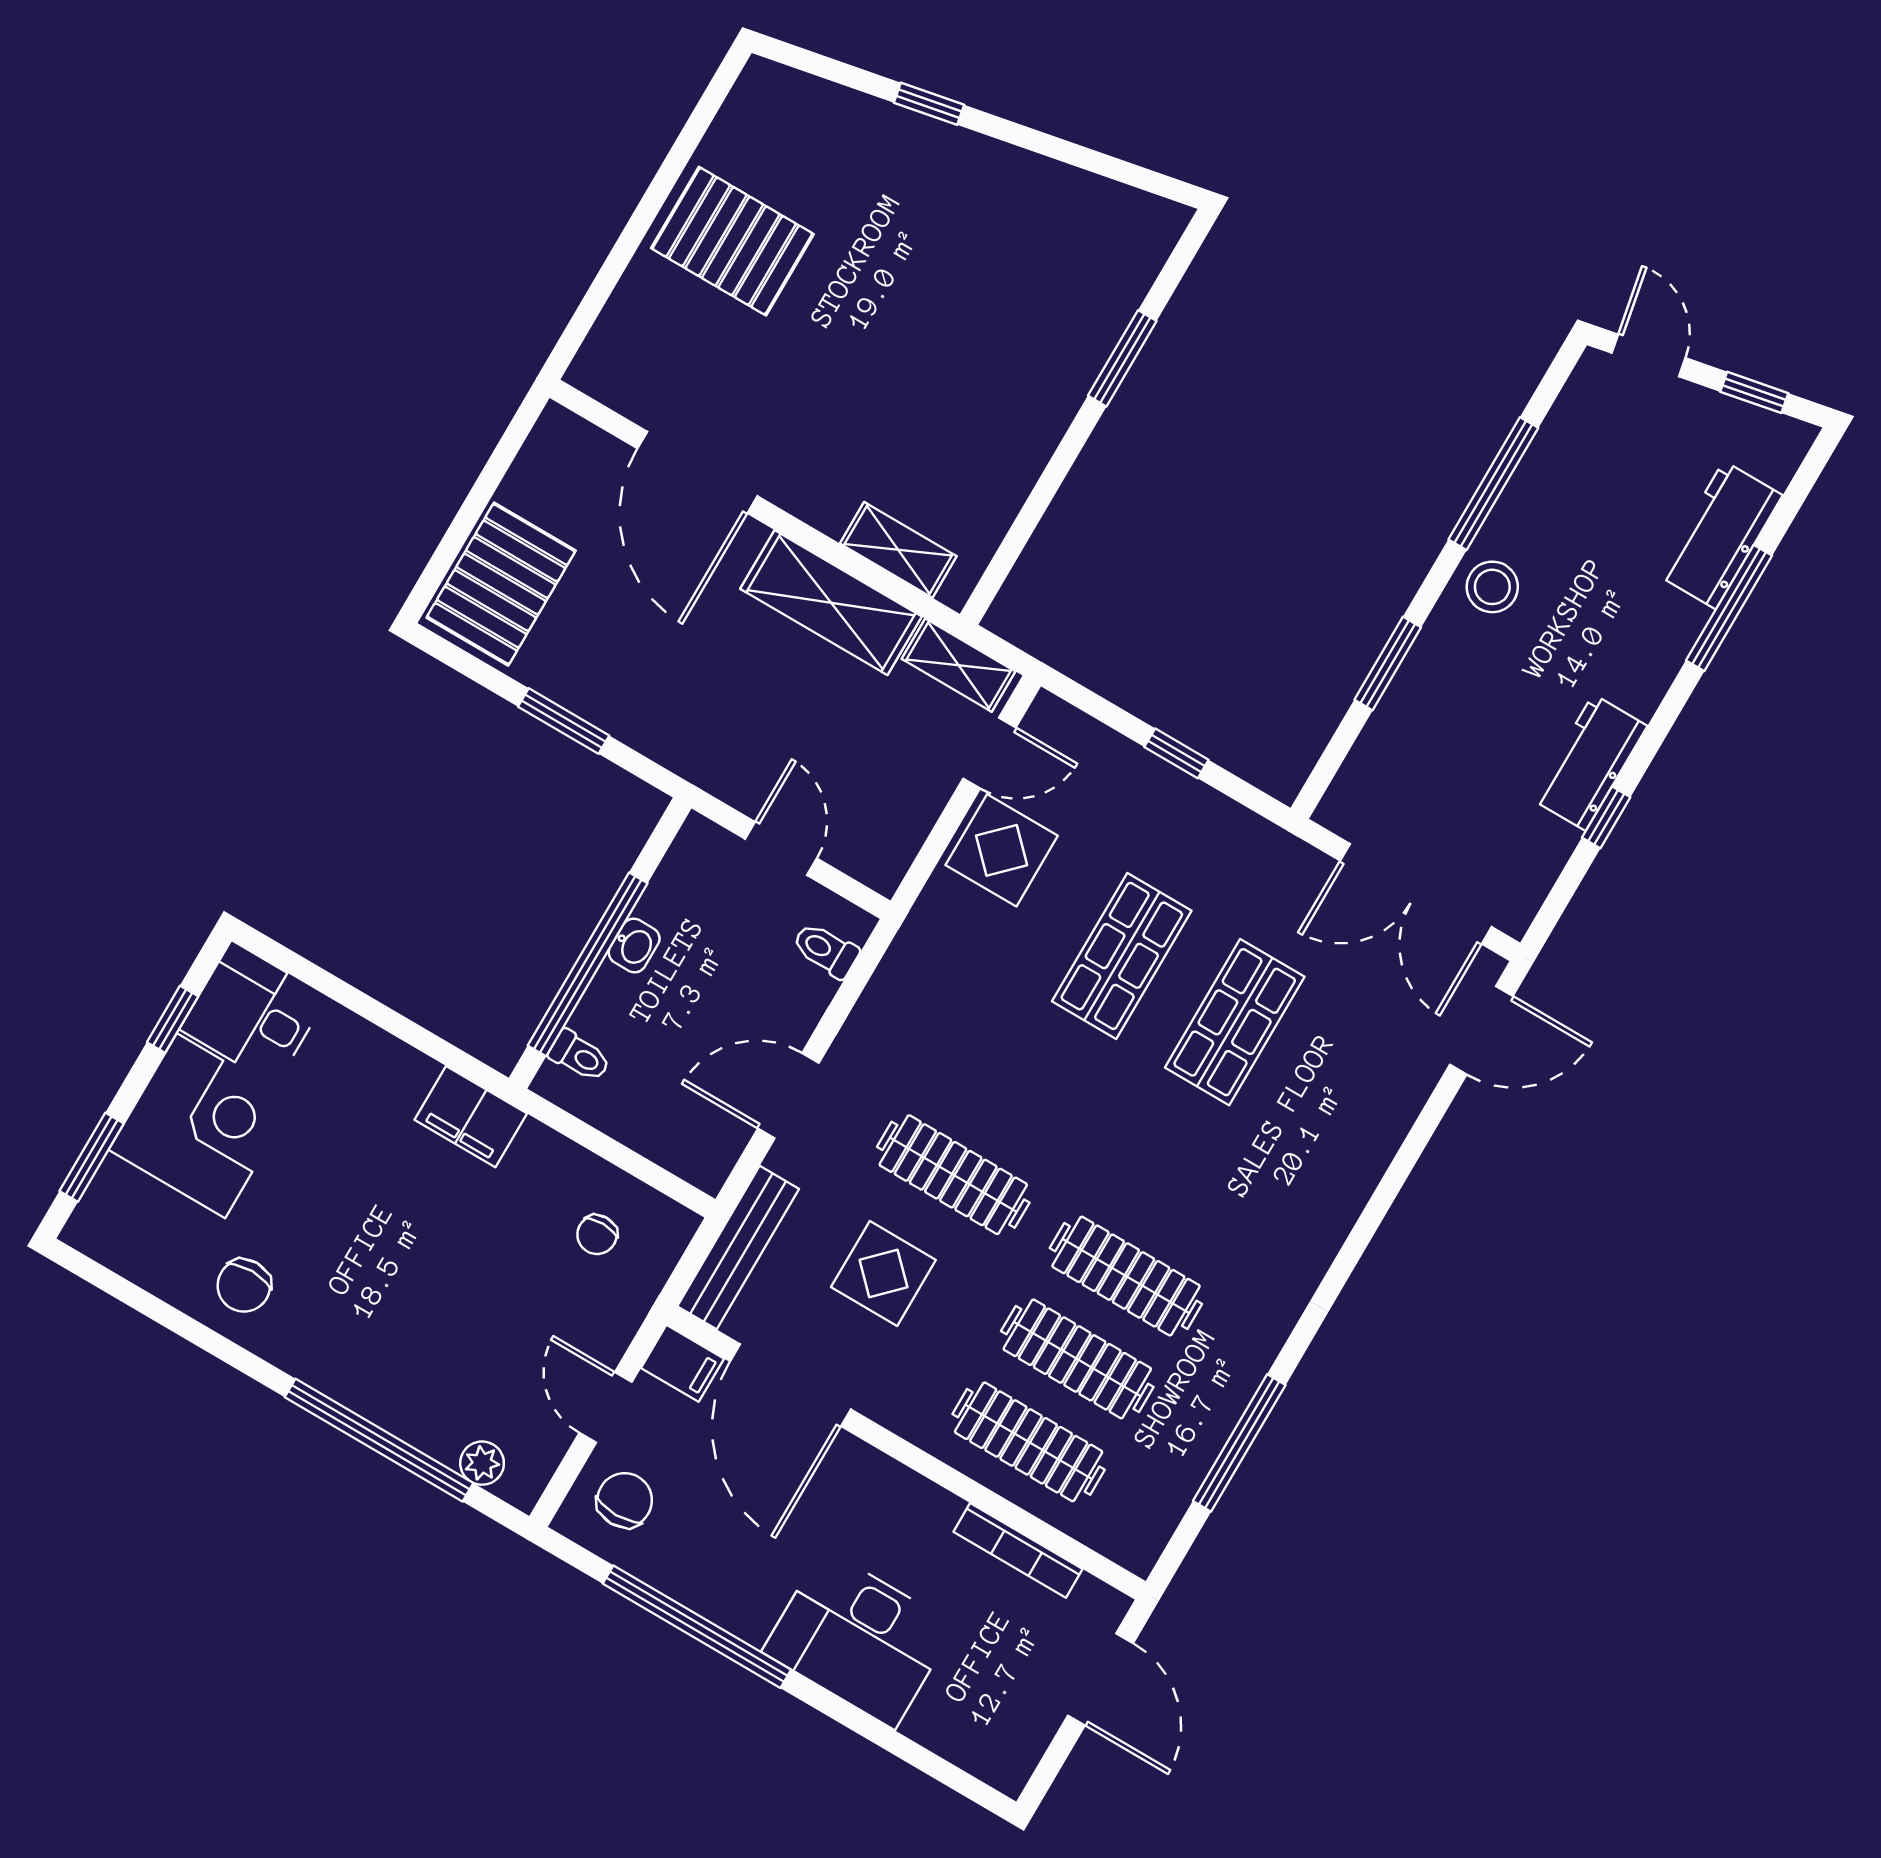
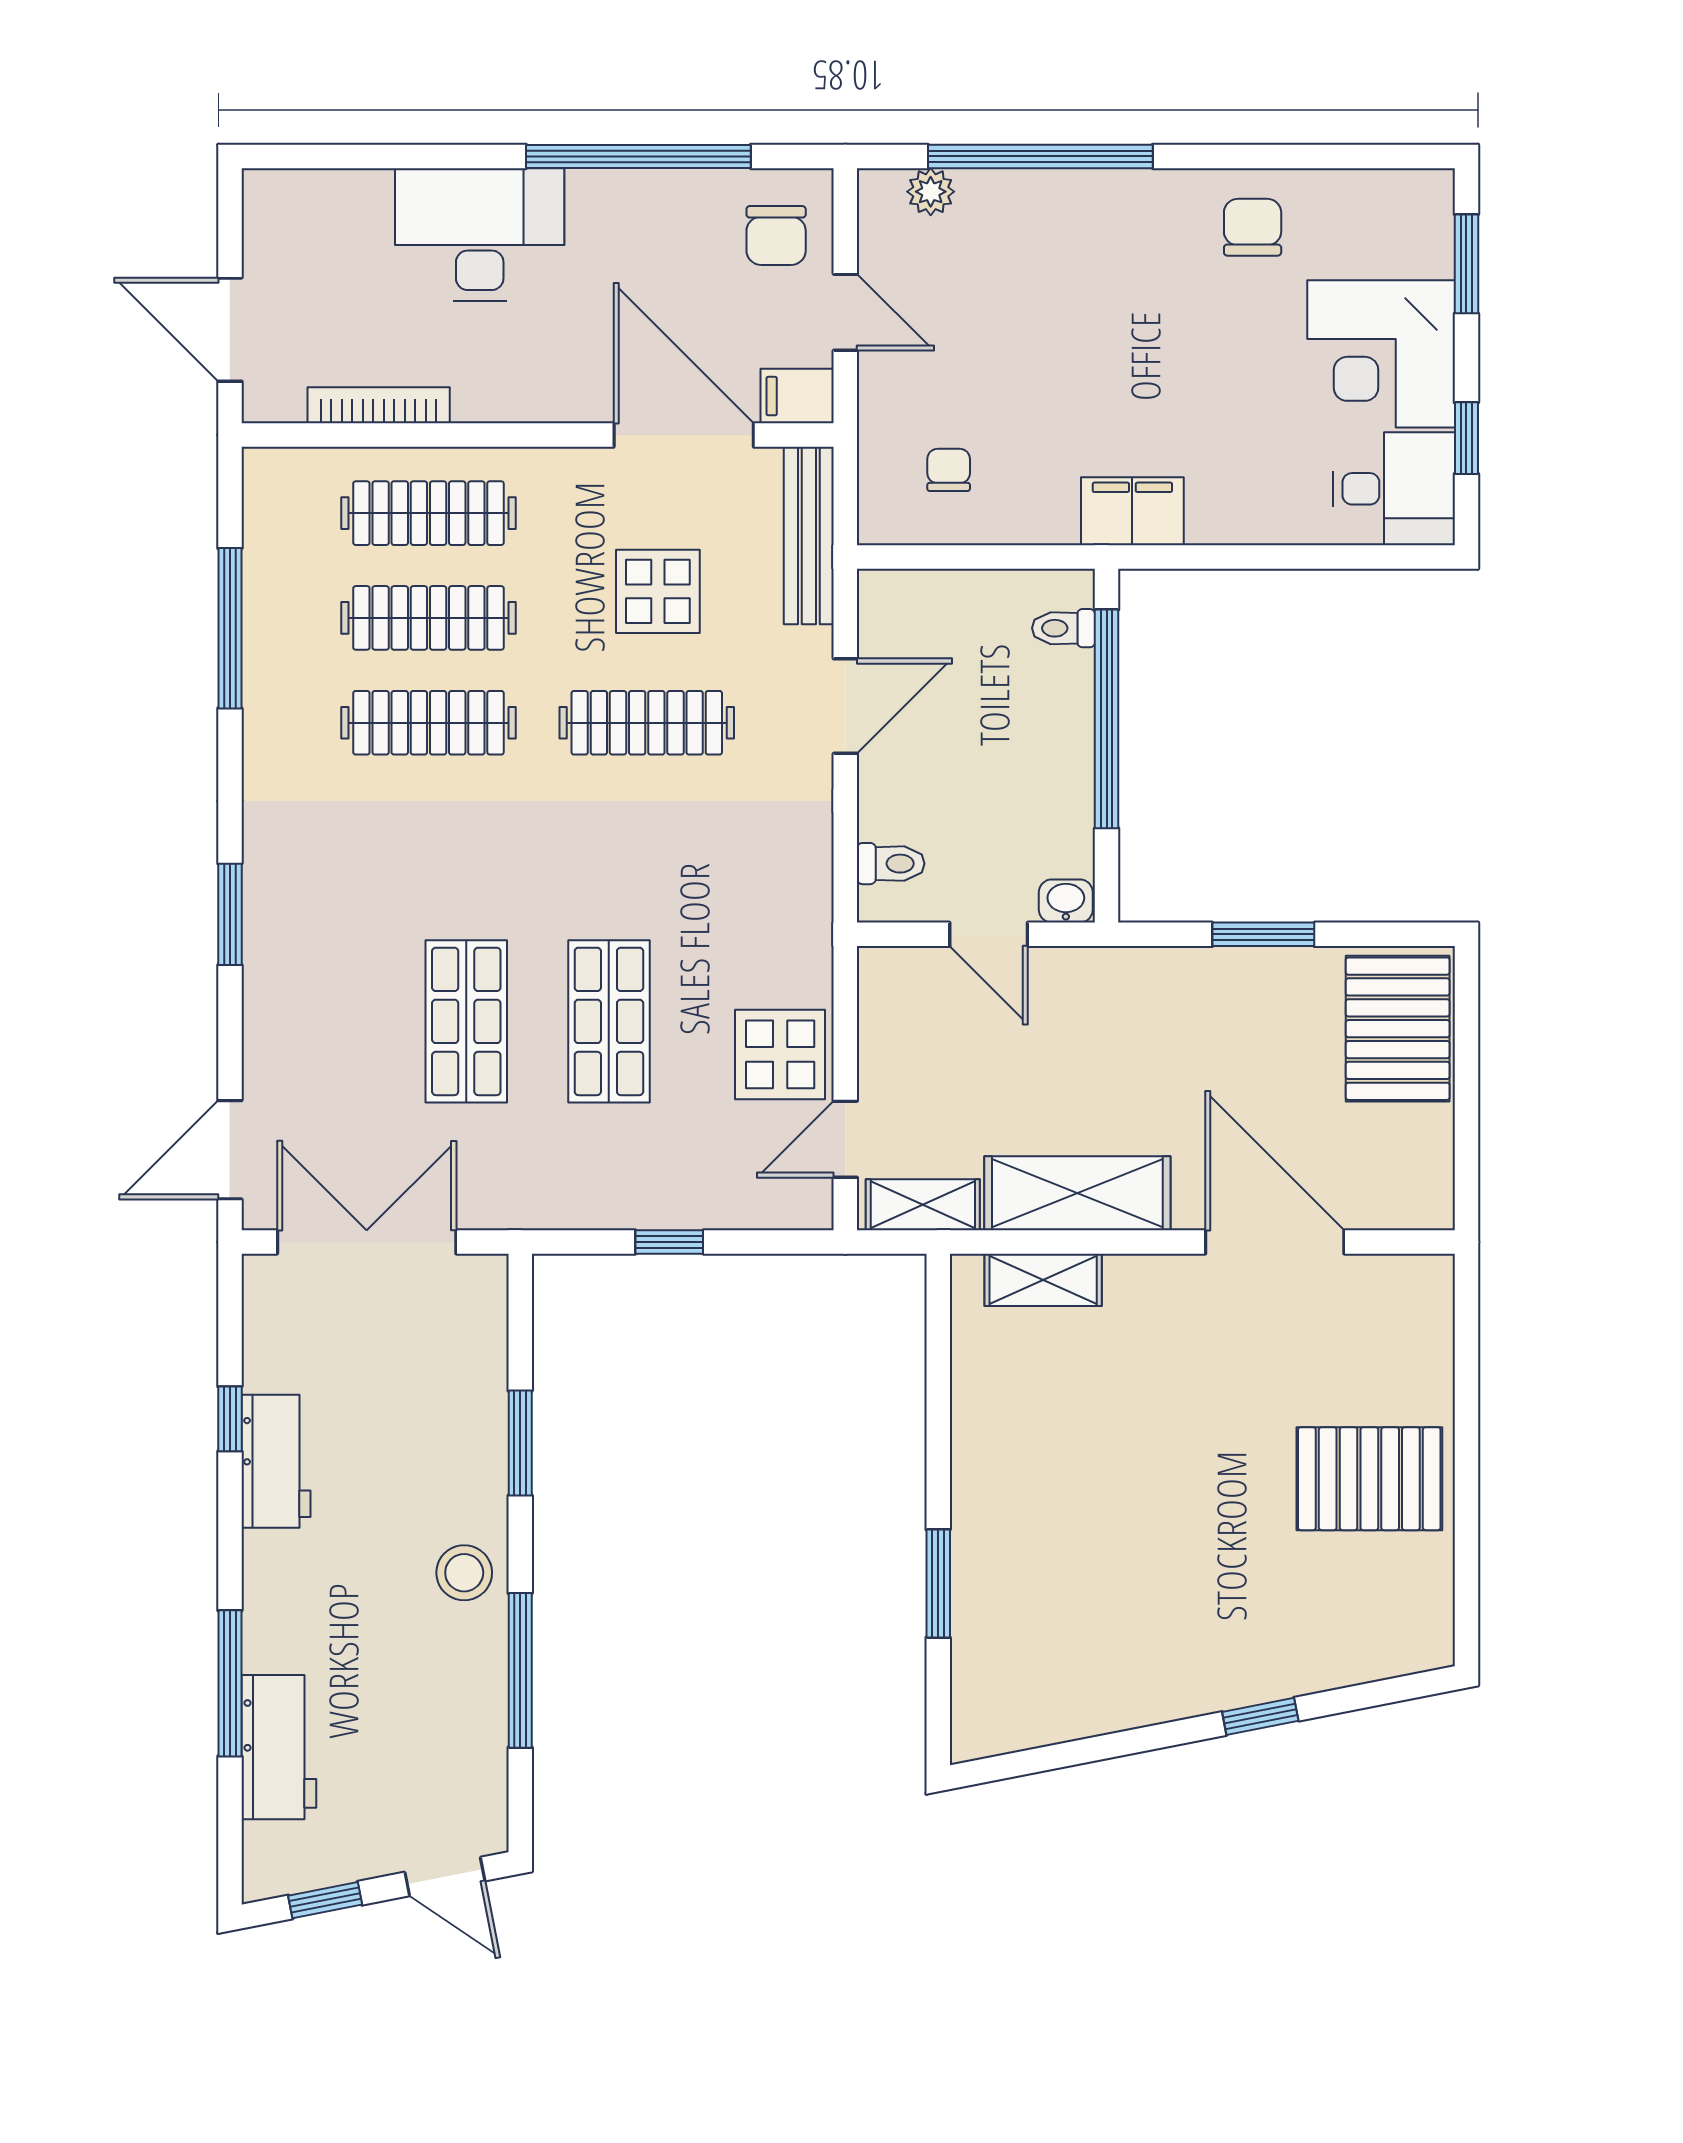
washbasin: (634, 945) -> (1066, 901), moved, turned 90
window: (1372, 1217) -> (230, 914), added

